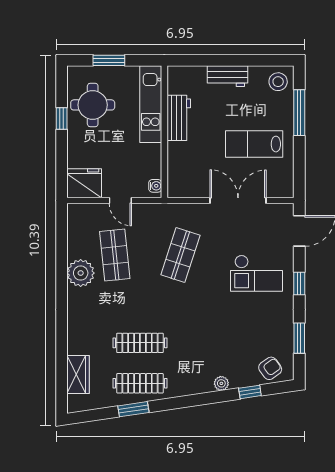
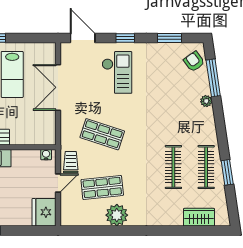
trolley: (146, 216) -> (71, 162), added
window: (250, 392) -> (213, 78), width x2.17

